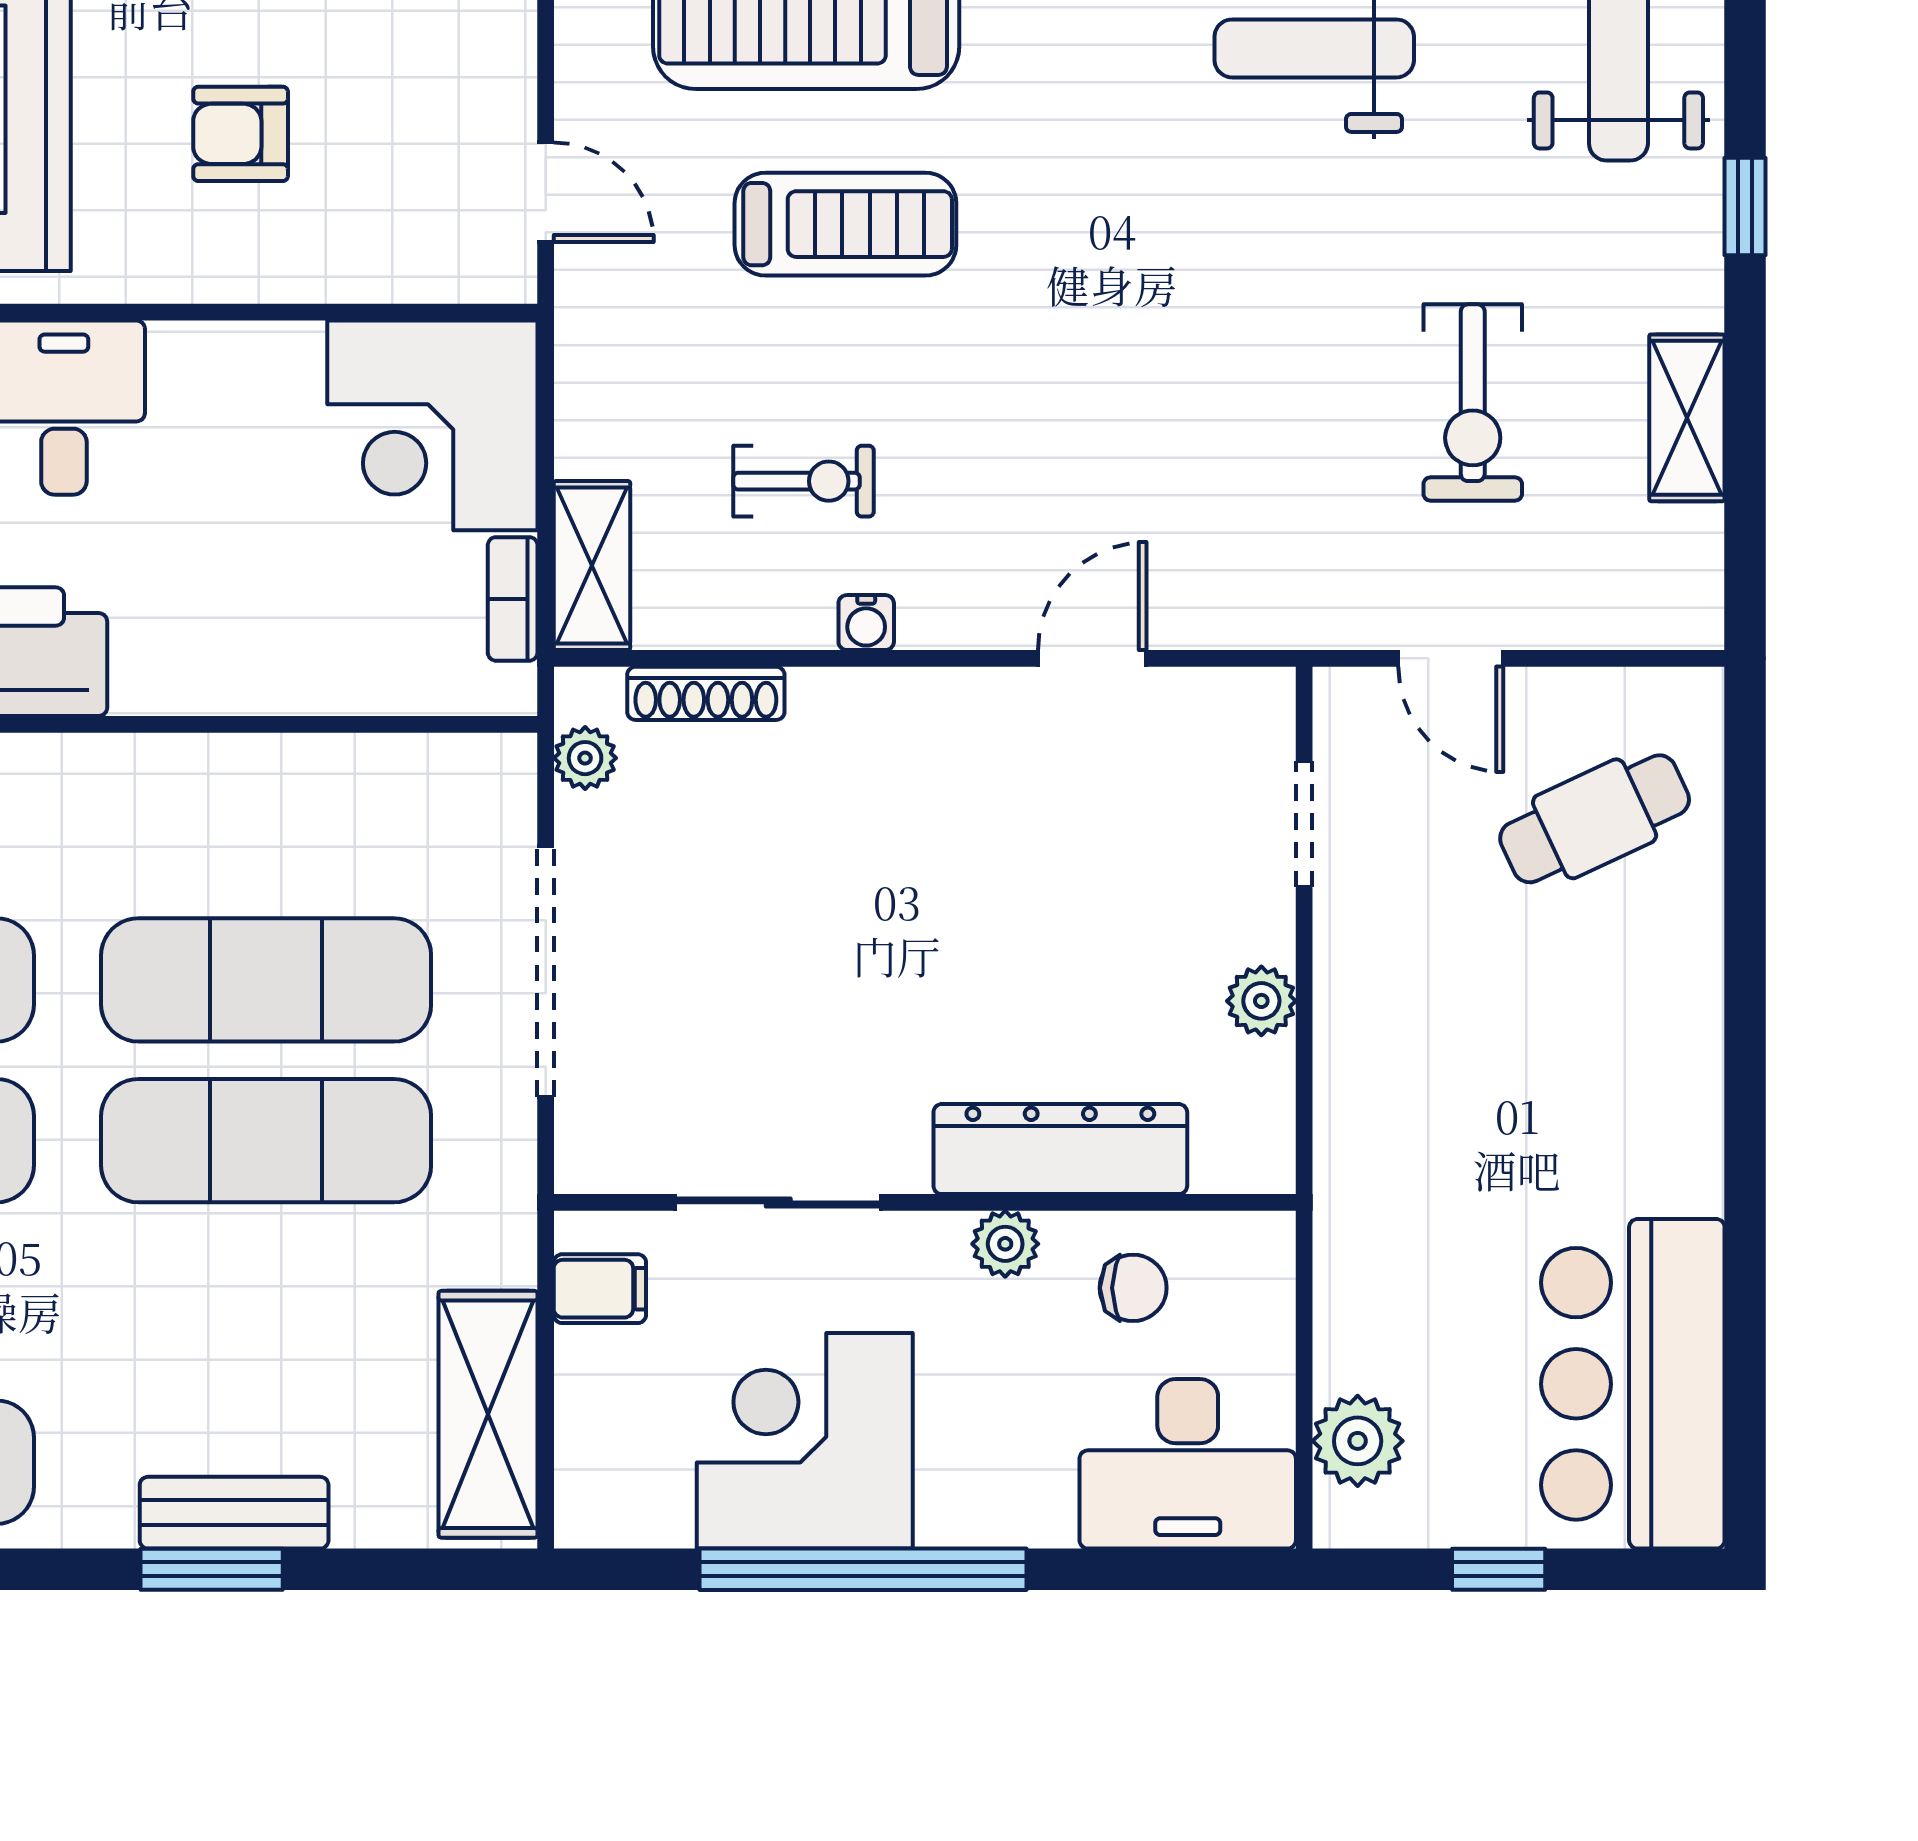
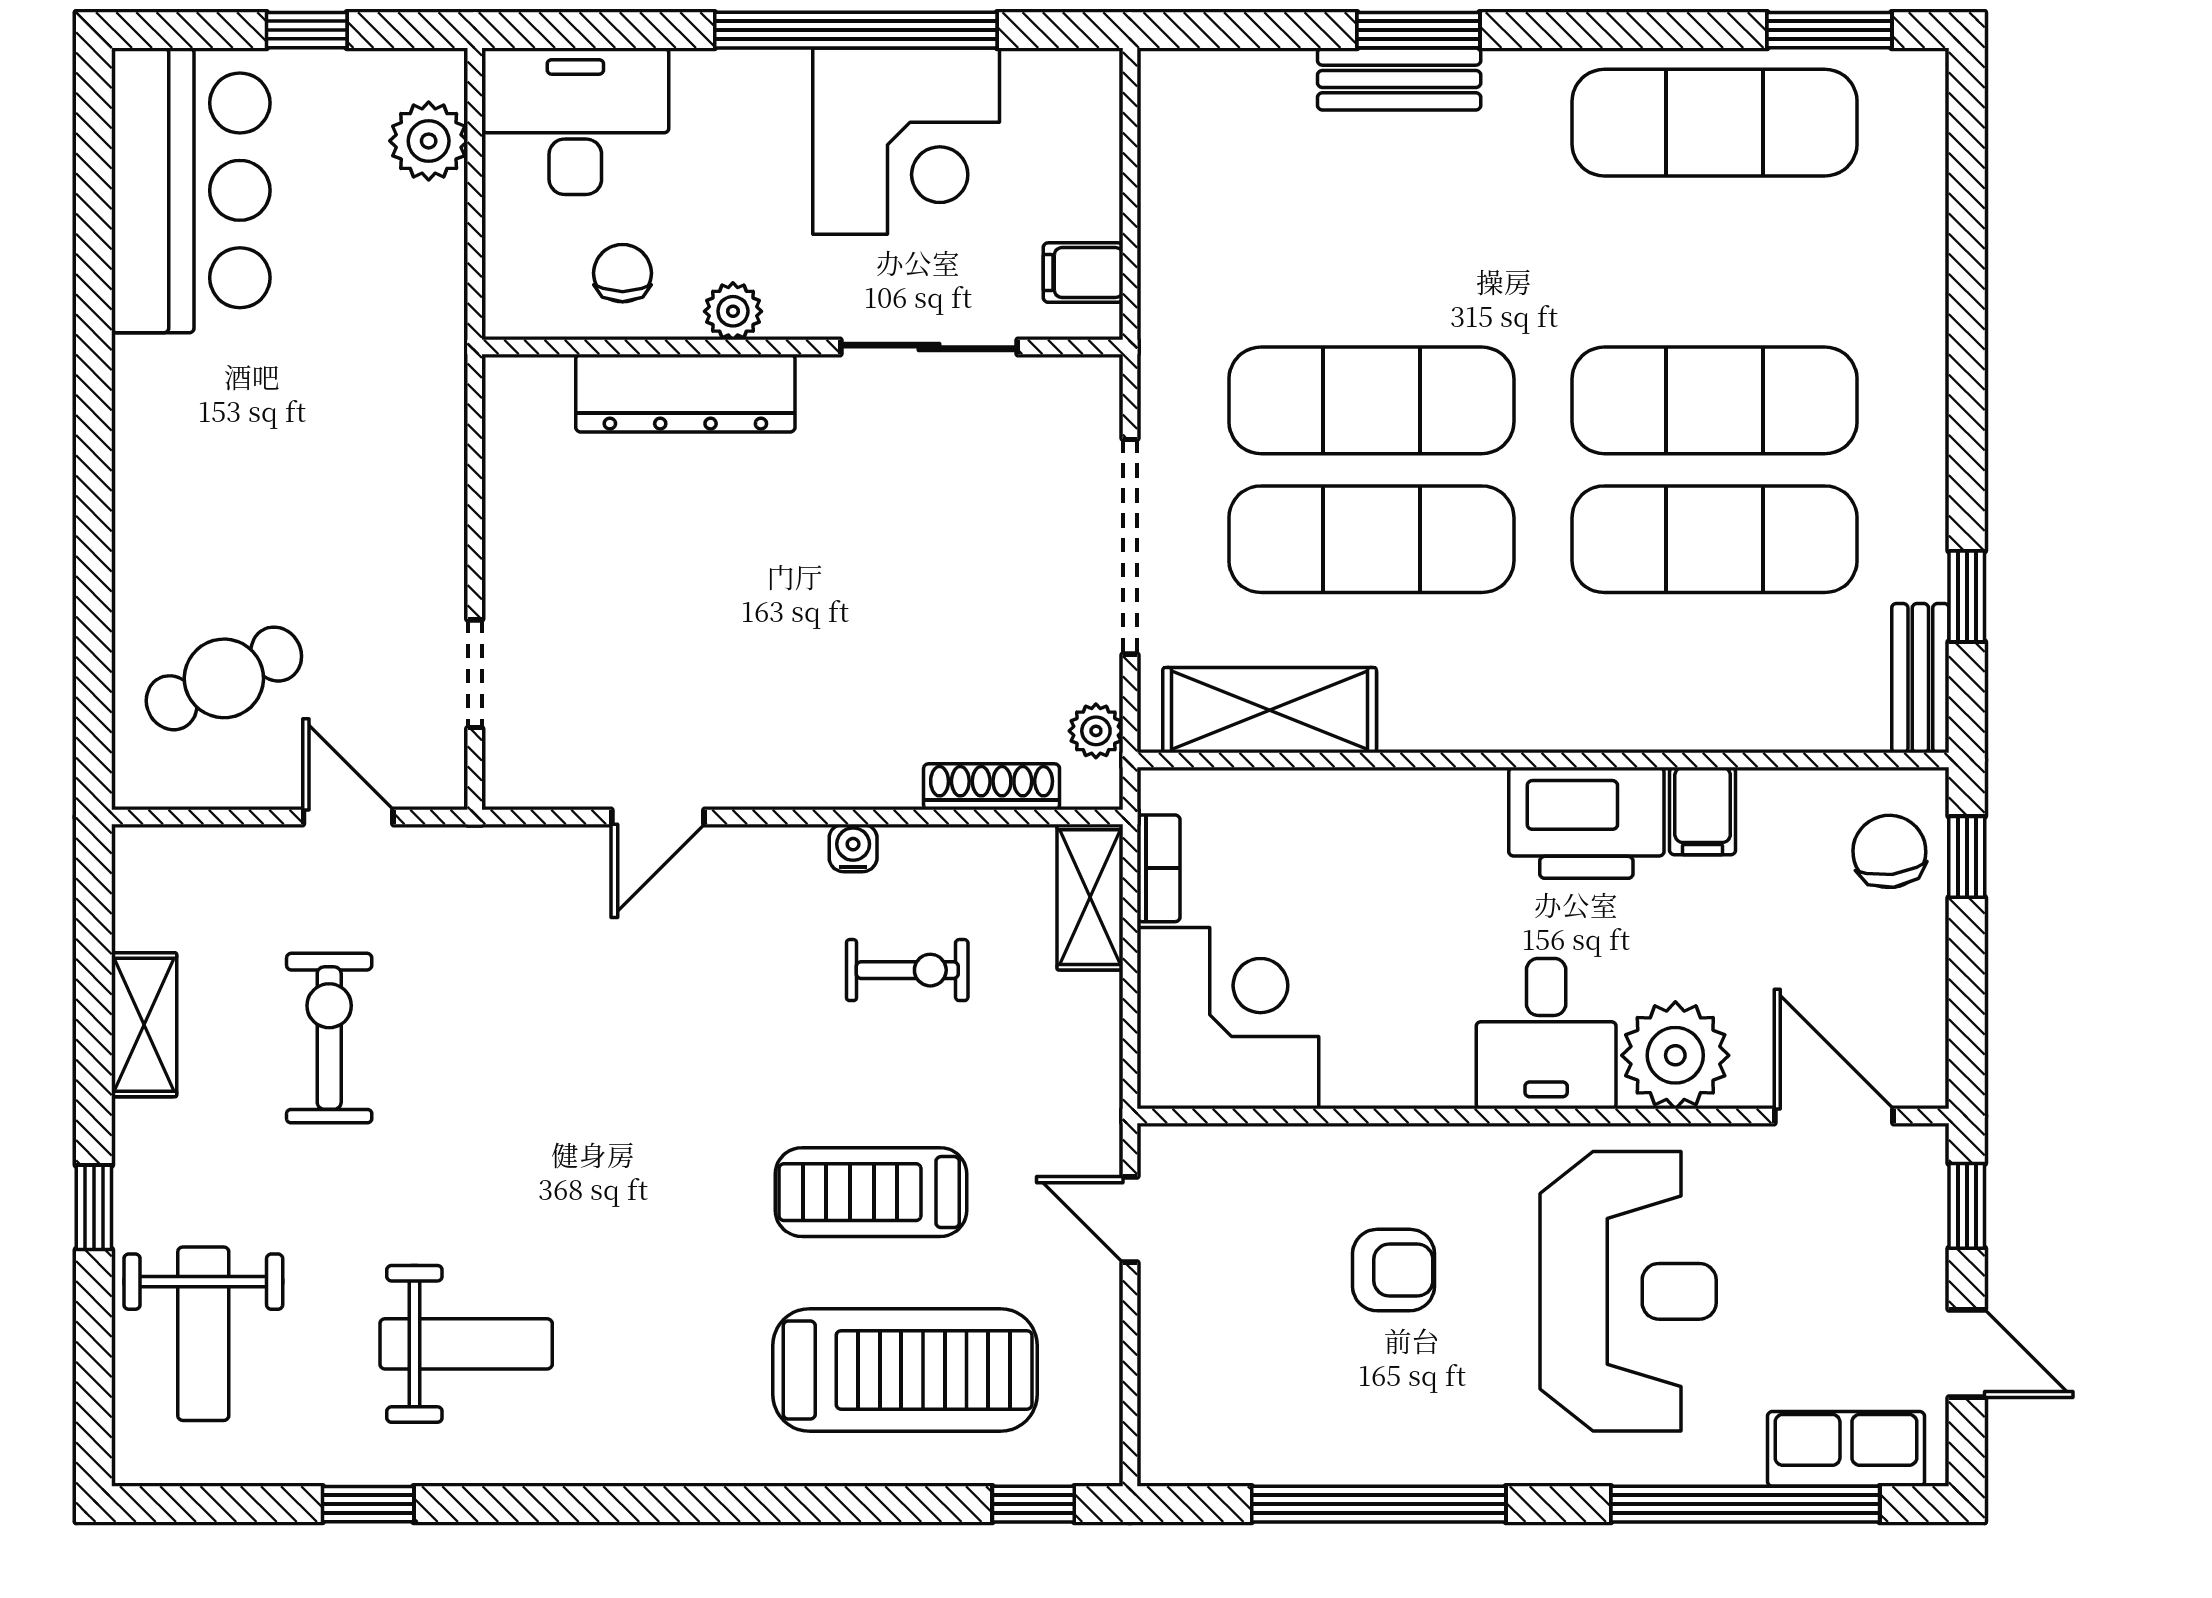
exercise bike: (803, 481) -> (907, 970), turned 180
plant: (1261, 1001) -> (512, 521), removed
chair: (1133, 1288) -> (623, 273), turned 90
shelving: (488, 1414) -> (1270, 710), moved, turned 90

